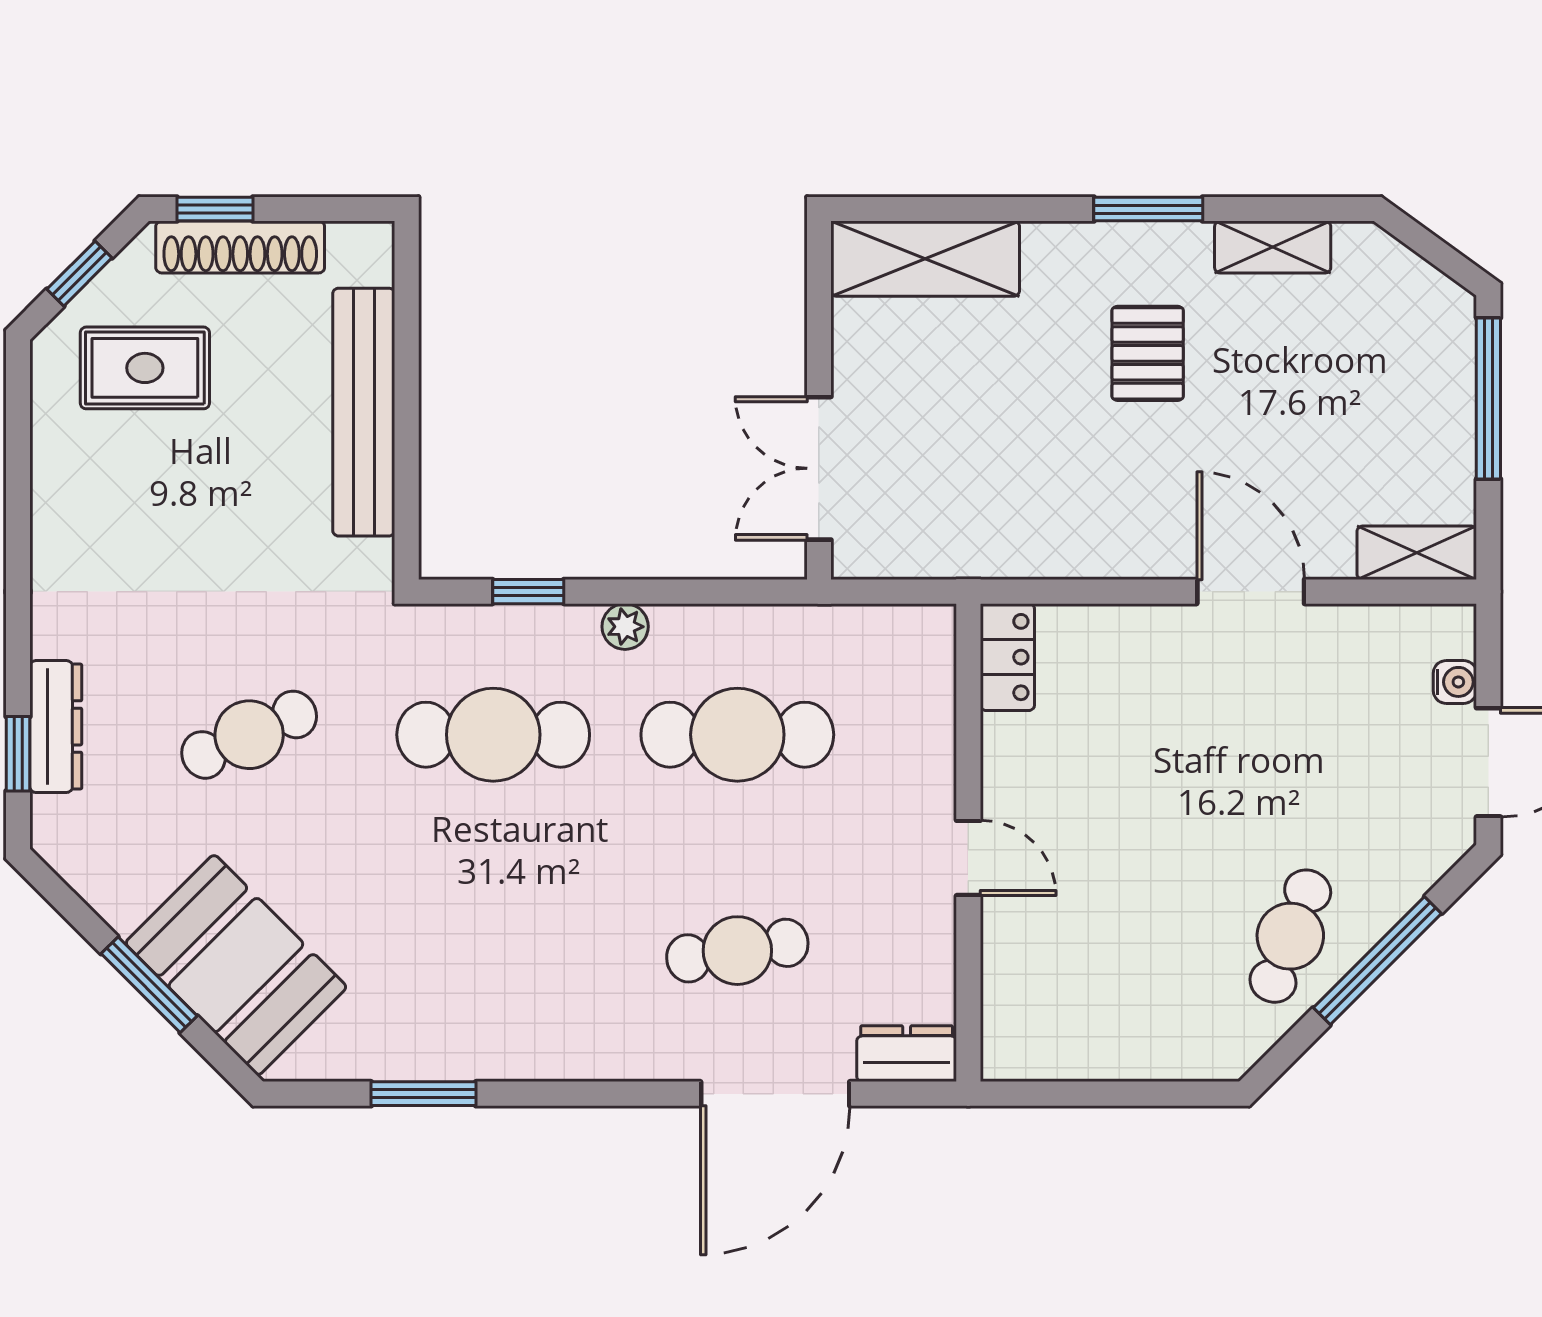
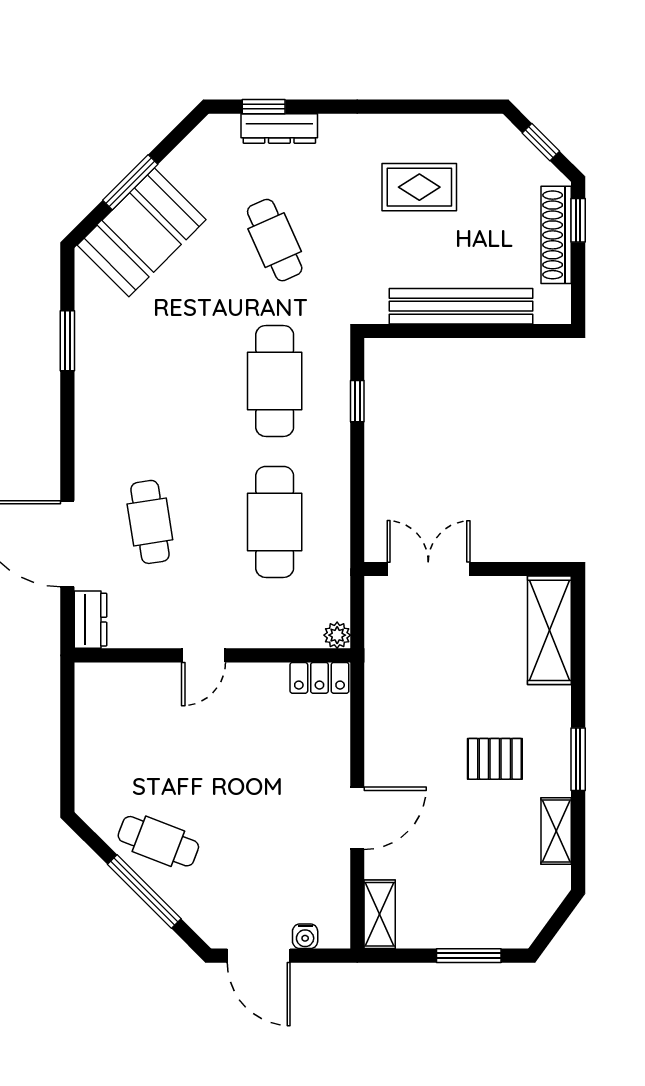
rug: (145, 368) -> (419, 187), moved, turned 90
window: (1488, 398) -> (469, 956), width x0.69
plant: (625, 627) -> (337, 635), moved

